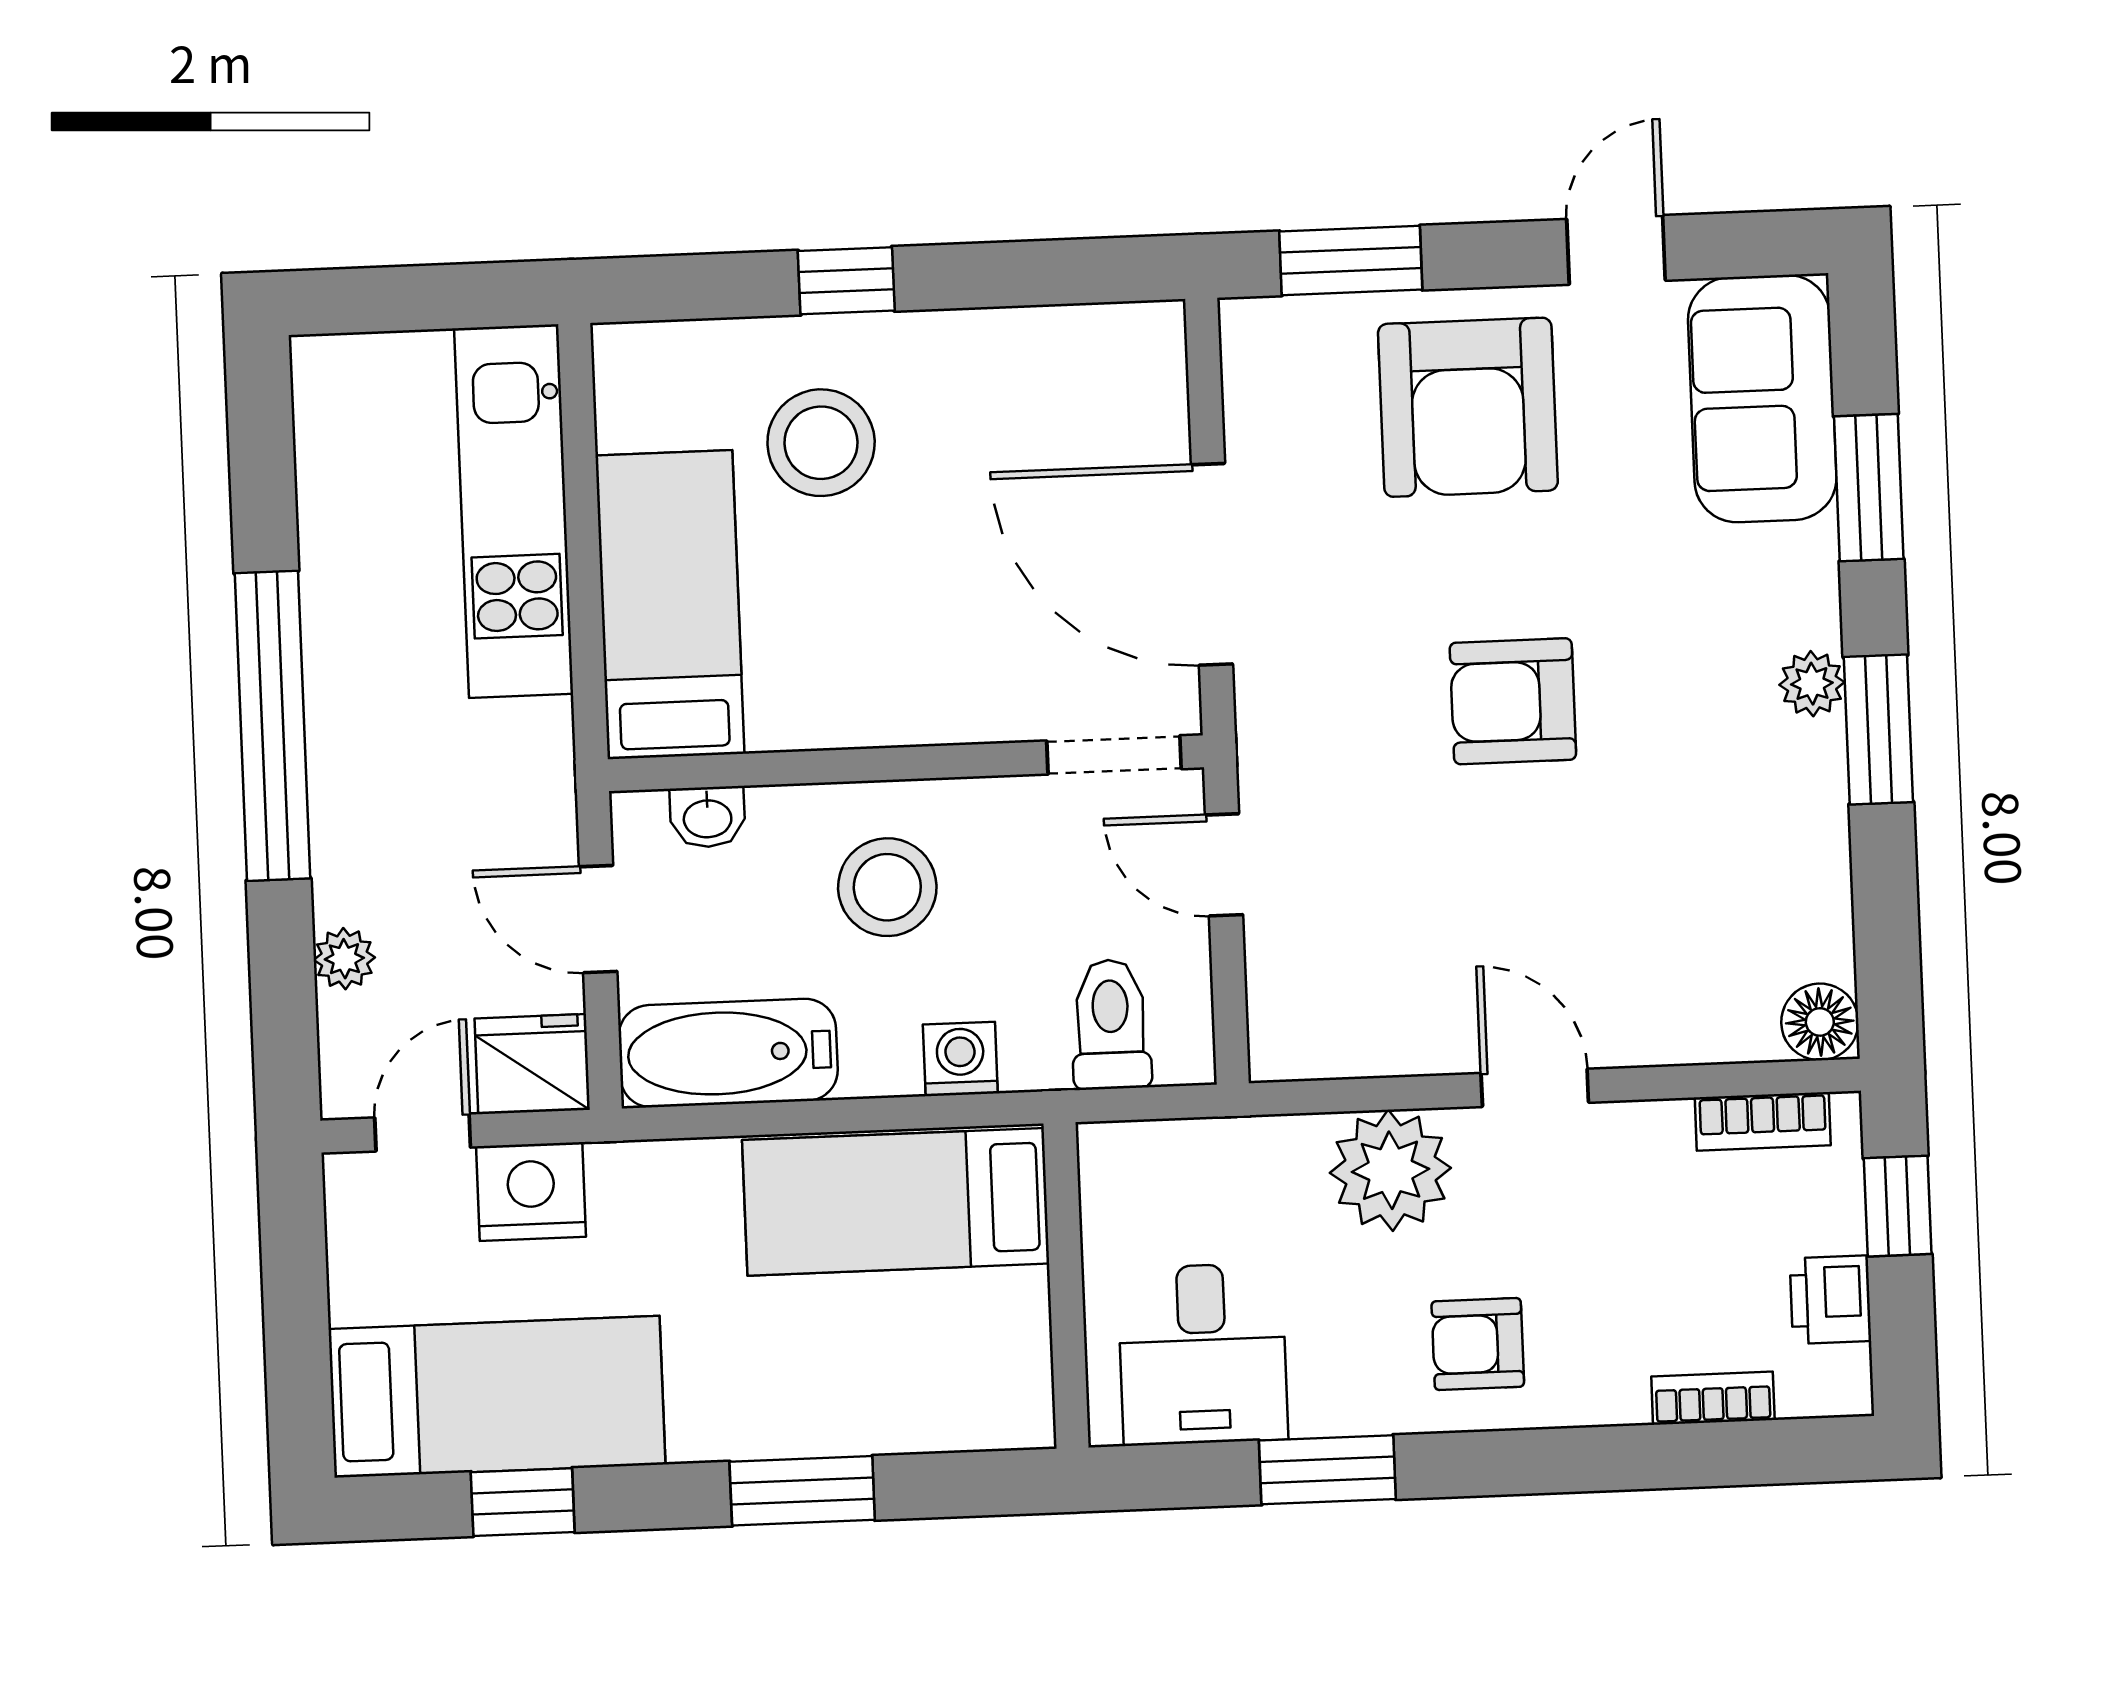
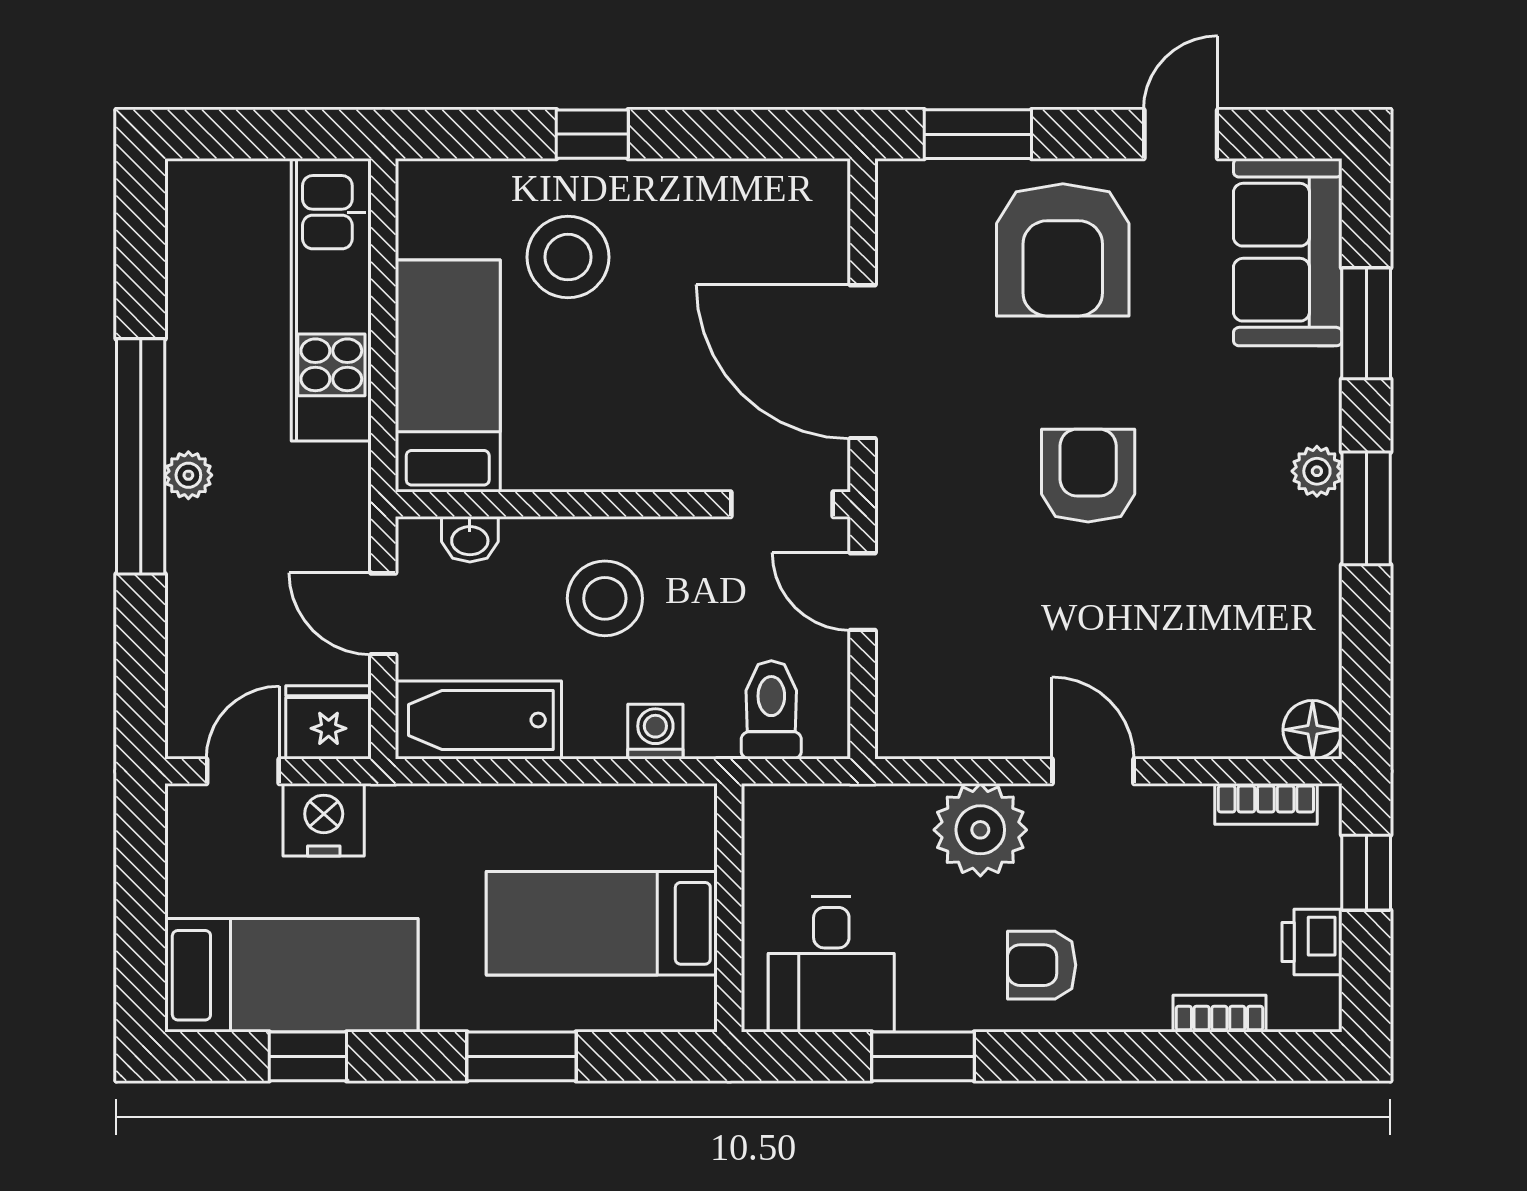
armchair: (1513, 701) -> (1088, 476), turned 90
plant: (344, 959) -> (188, 475), moved
bed: (896, 1202) -> (602, 923), moved

